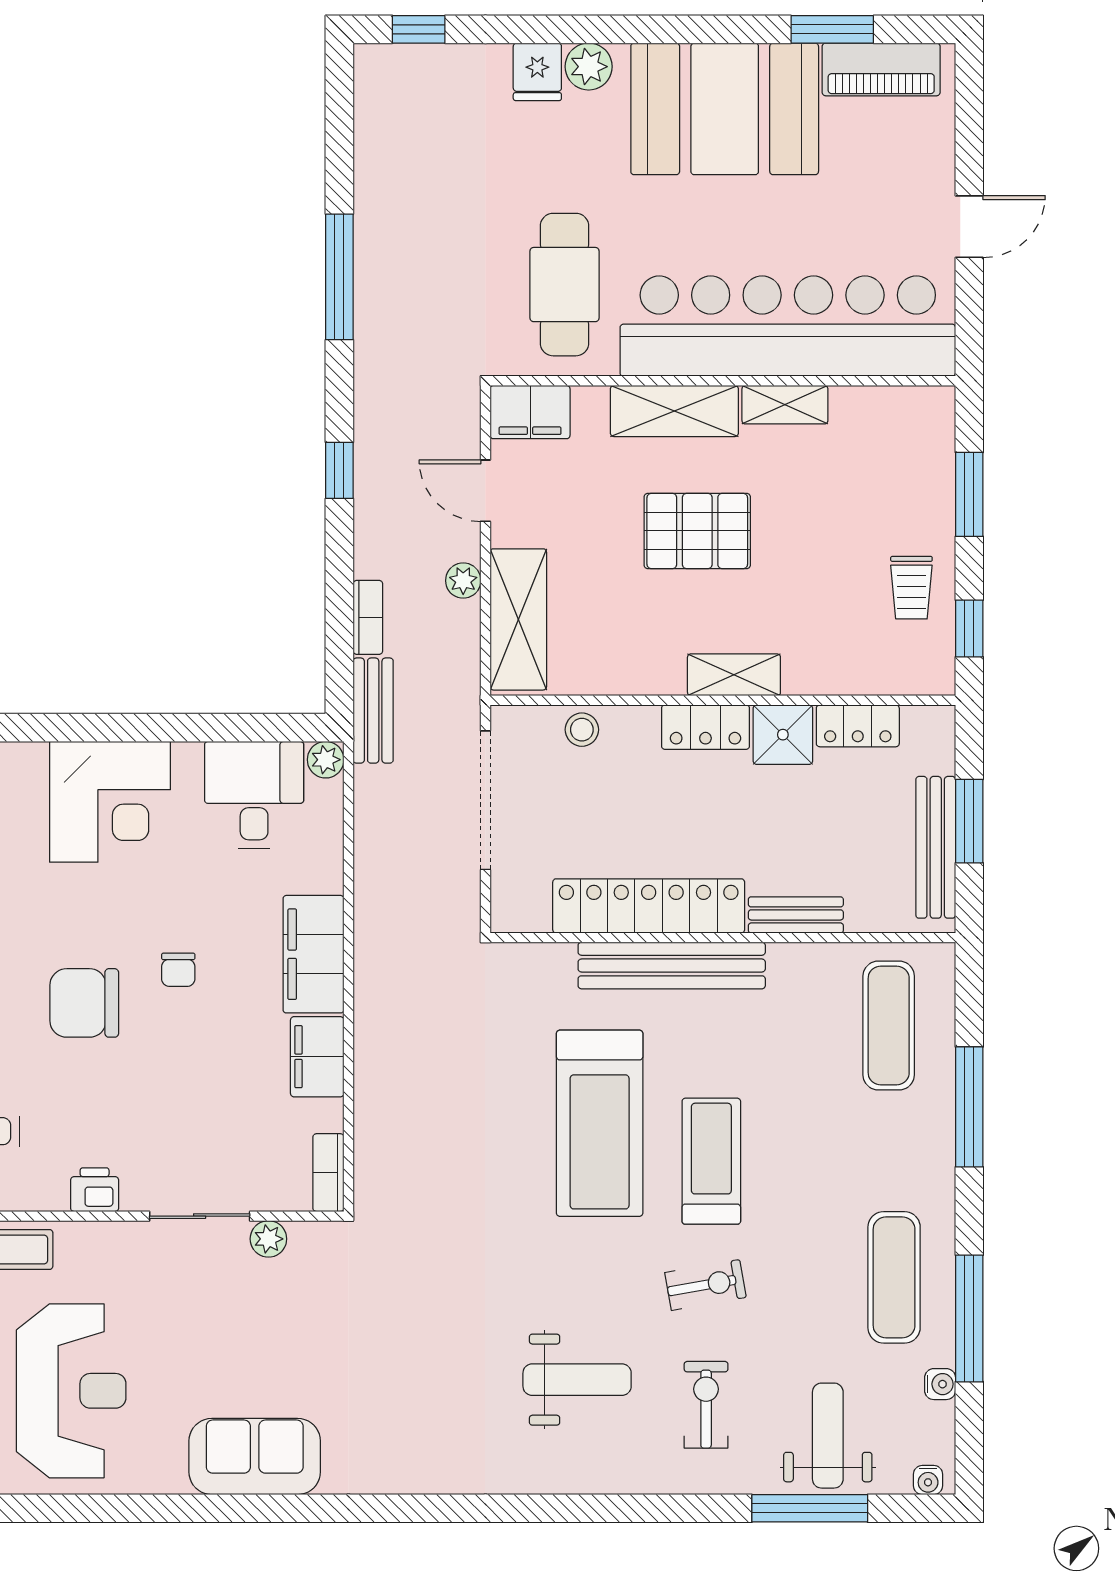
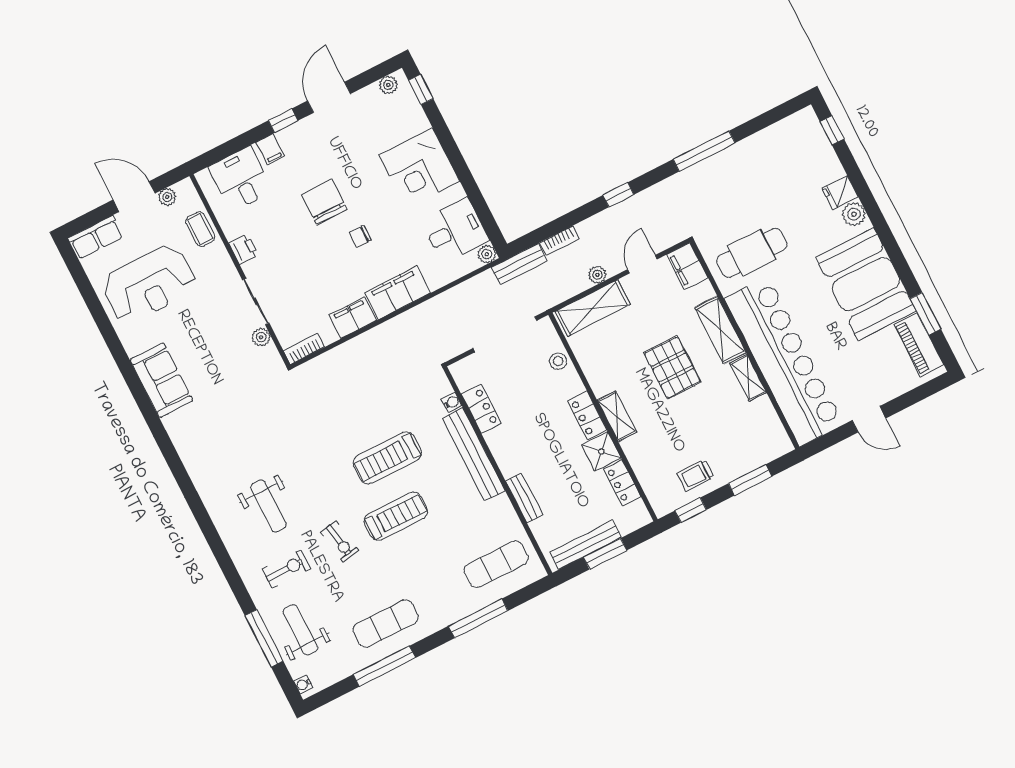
locker: (649, 906) -> (481, 409), width x0.46, depth x0.83
treadmill: (600, 1123) -> (387, 458), width x0.73, depth x0.73
water cooler: (940, 1384) -> (452, 402), moved, turned -90
weight bench: (828, 1436) -> (300, 630), turned -90

